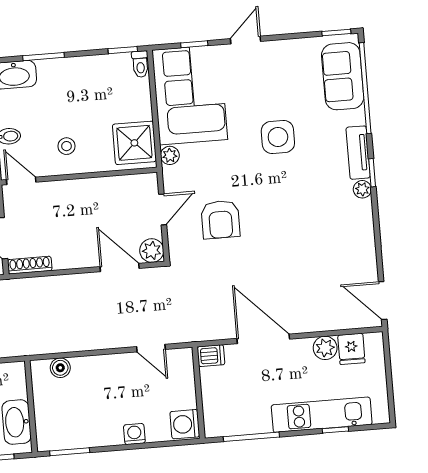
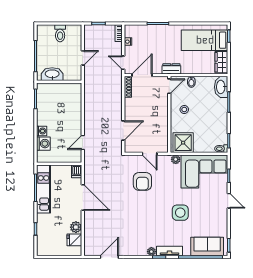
armchair: (220, 220) -> (142, 181), turned -90
plant: (152, 251) -> (130, 147), removed
door: (383, 301) -> (109, 257), moved
door: (263, 339) -> (83, 197), hinge flipped
boiler: (60, 368) -> (77, 98), removed
kitchen unit: (322, 415) -> (43, 189), moved
washing machine: (185, 424) -> (43, 144), moved, turned 90

